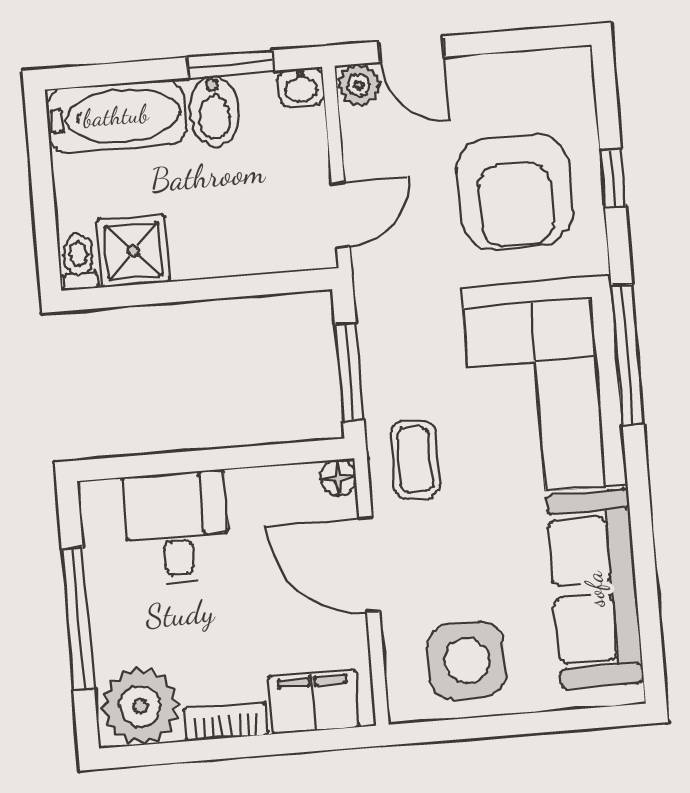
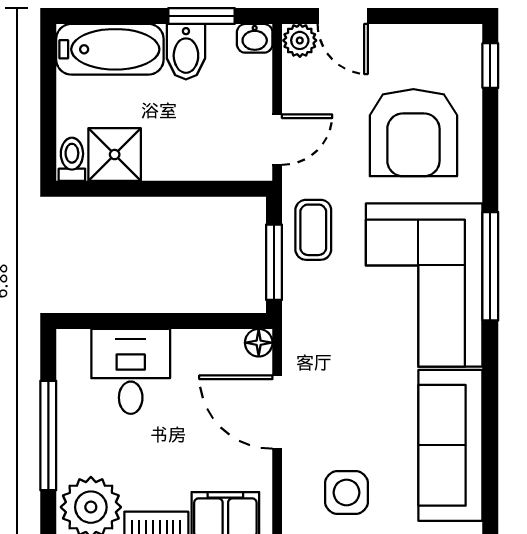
window: (613, 178) -> (490, 66), moved
coffee table: (415, 460) -> (313, 230), moved
side table: (467, 660) -> (346, 493), width x0.73, depth x0.73

